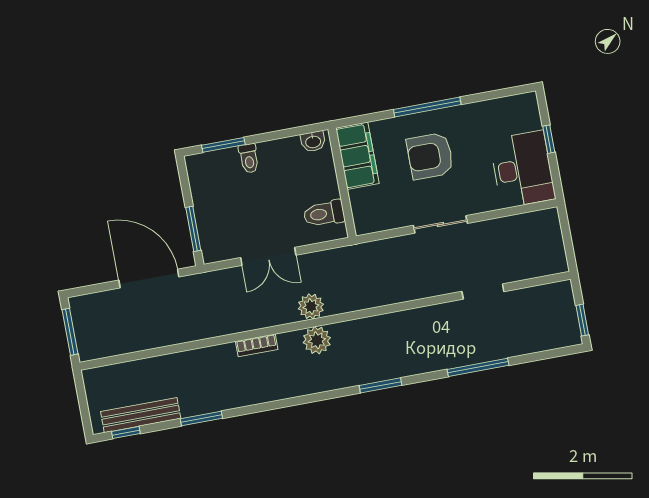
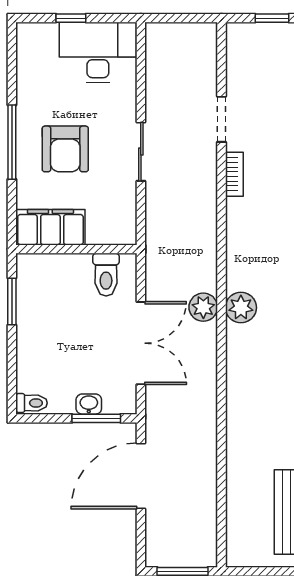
washbasin: (313, 141) -> (89, 404), moved, turned -90
window: (223, 145) -> (12, 302), moved
toilet: (249, 158) -> (32, 403), moved
double door: (268, 256) -> (141, 343), width x1.37
bookcase: (257, 345) -> (234, 174), moved

